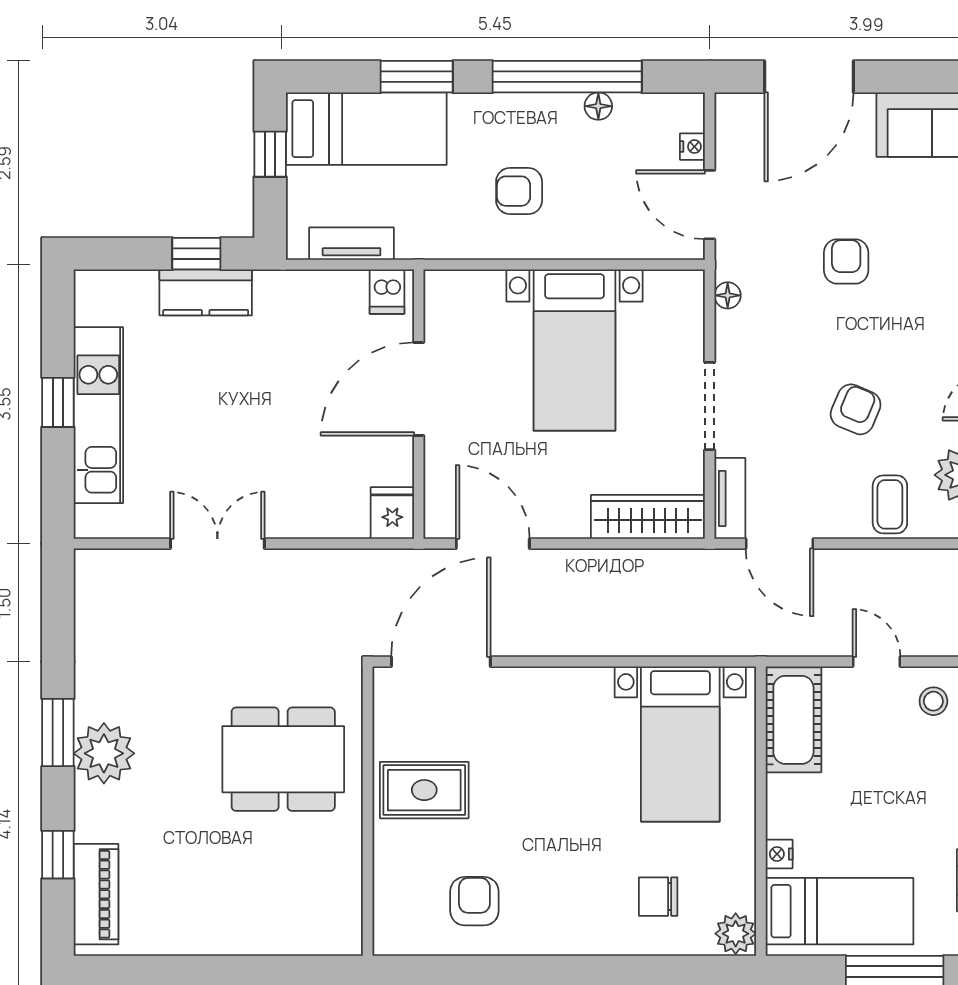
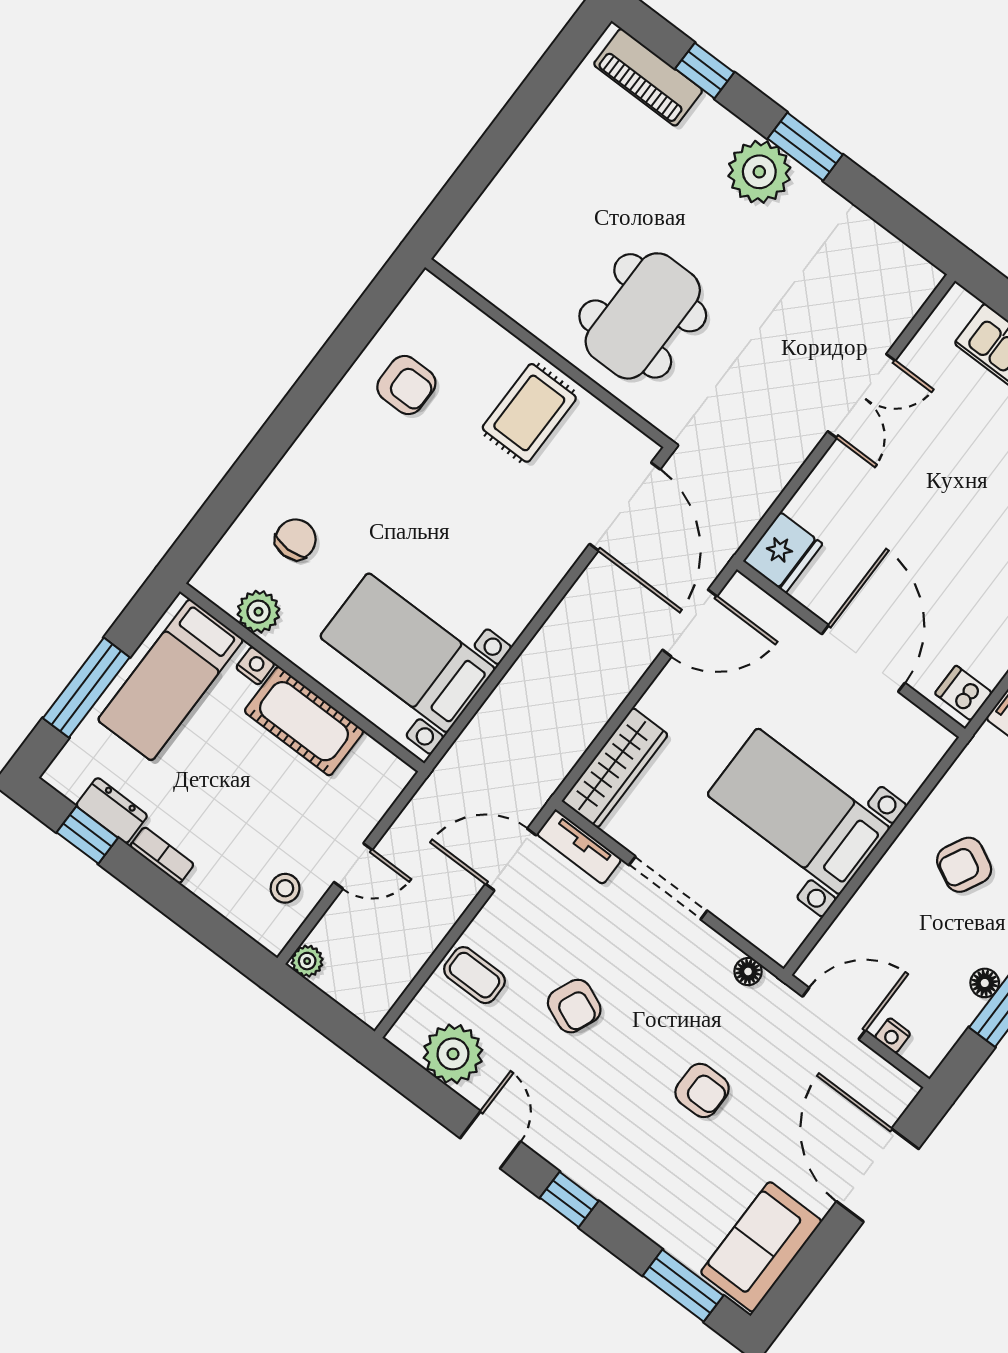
armchair: (519, 191) -> (964, 865), turned -153
fridge: (392, 513) -> (783, 552), width x1.38
cot: (793, 720) -> (304, 721), moved
plant: (736, 934) -> (258, 612), moved

